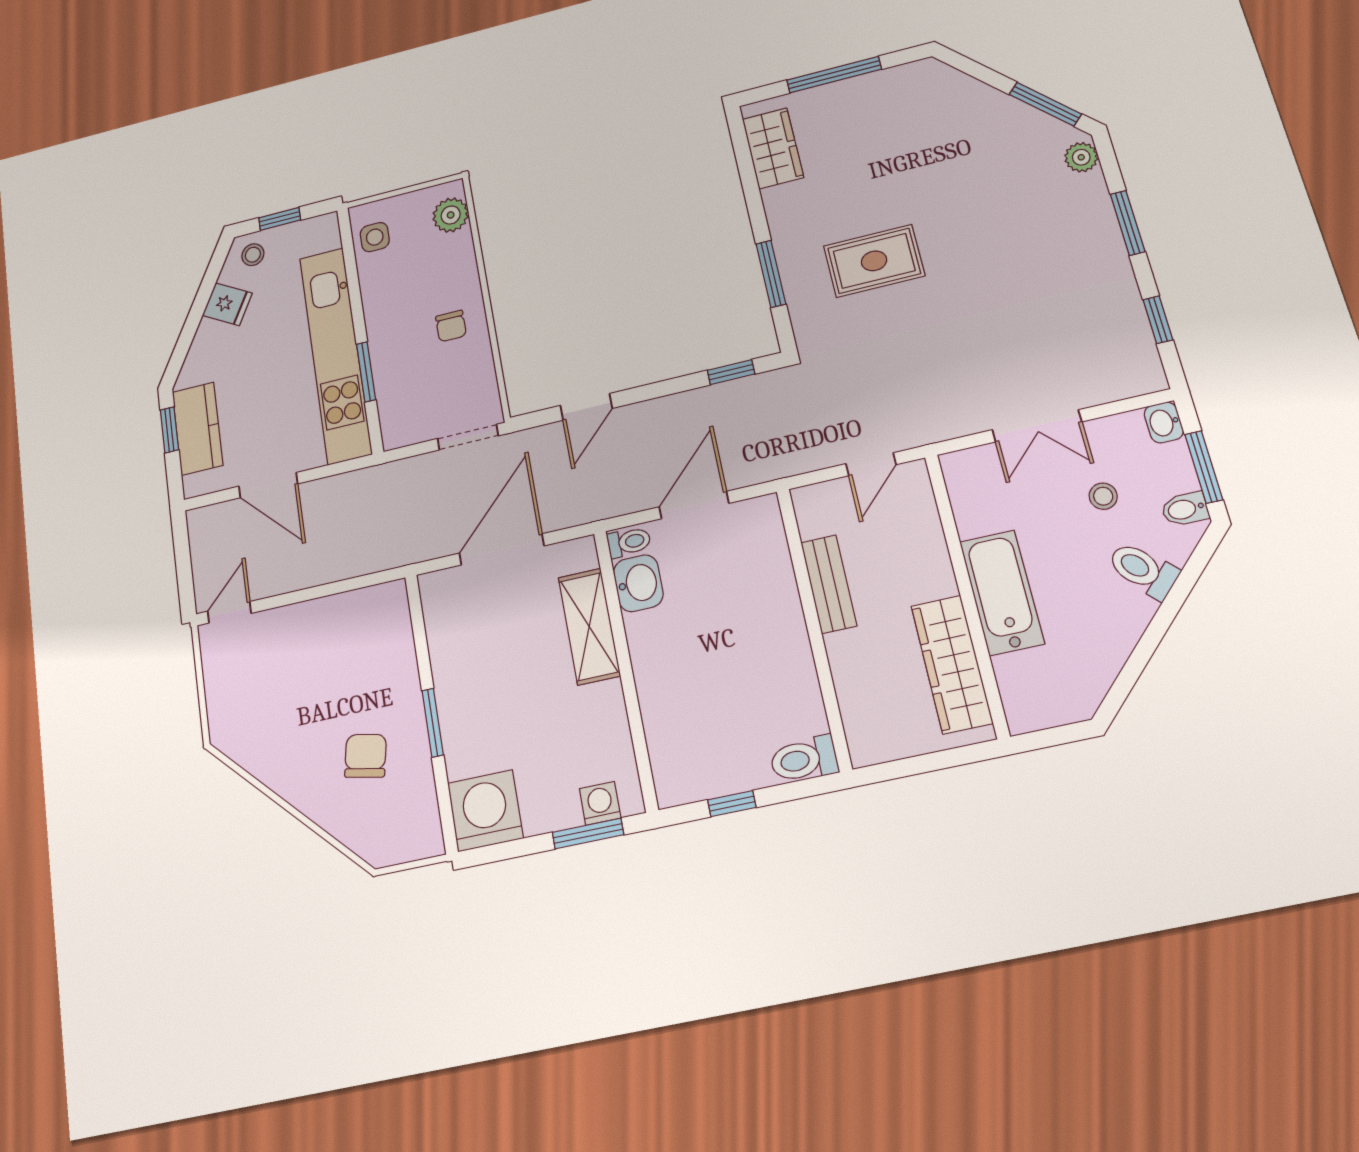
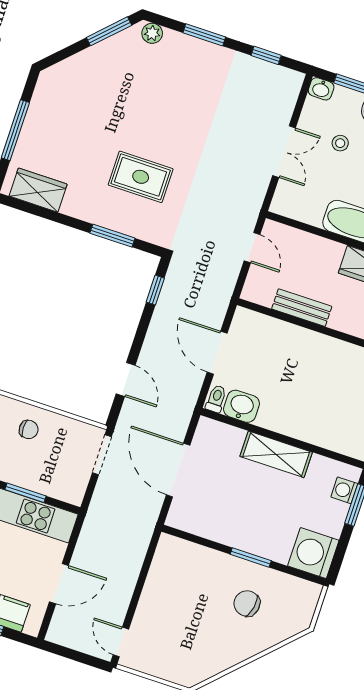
rug: (874, 261) -> (141, 177), turned 90
shelving: (589, 626) -> (276, 454), moved

